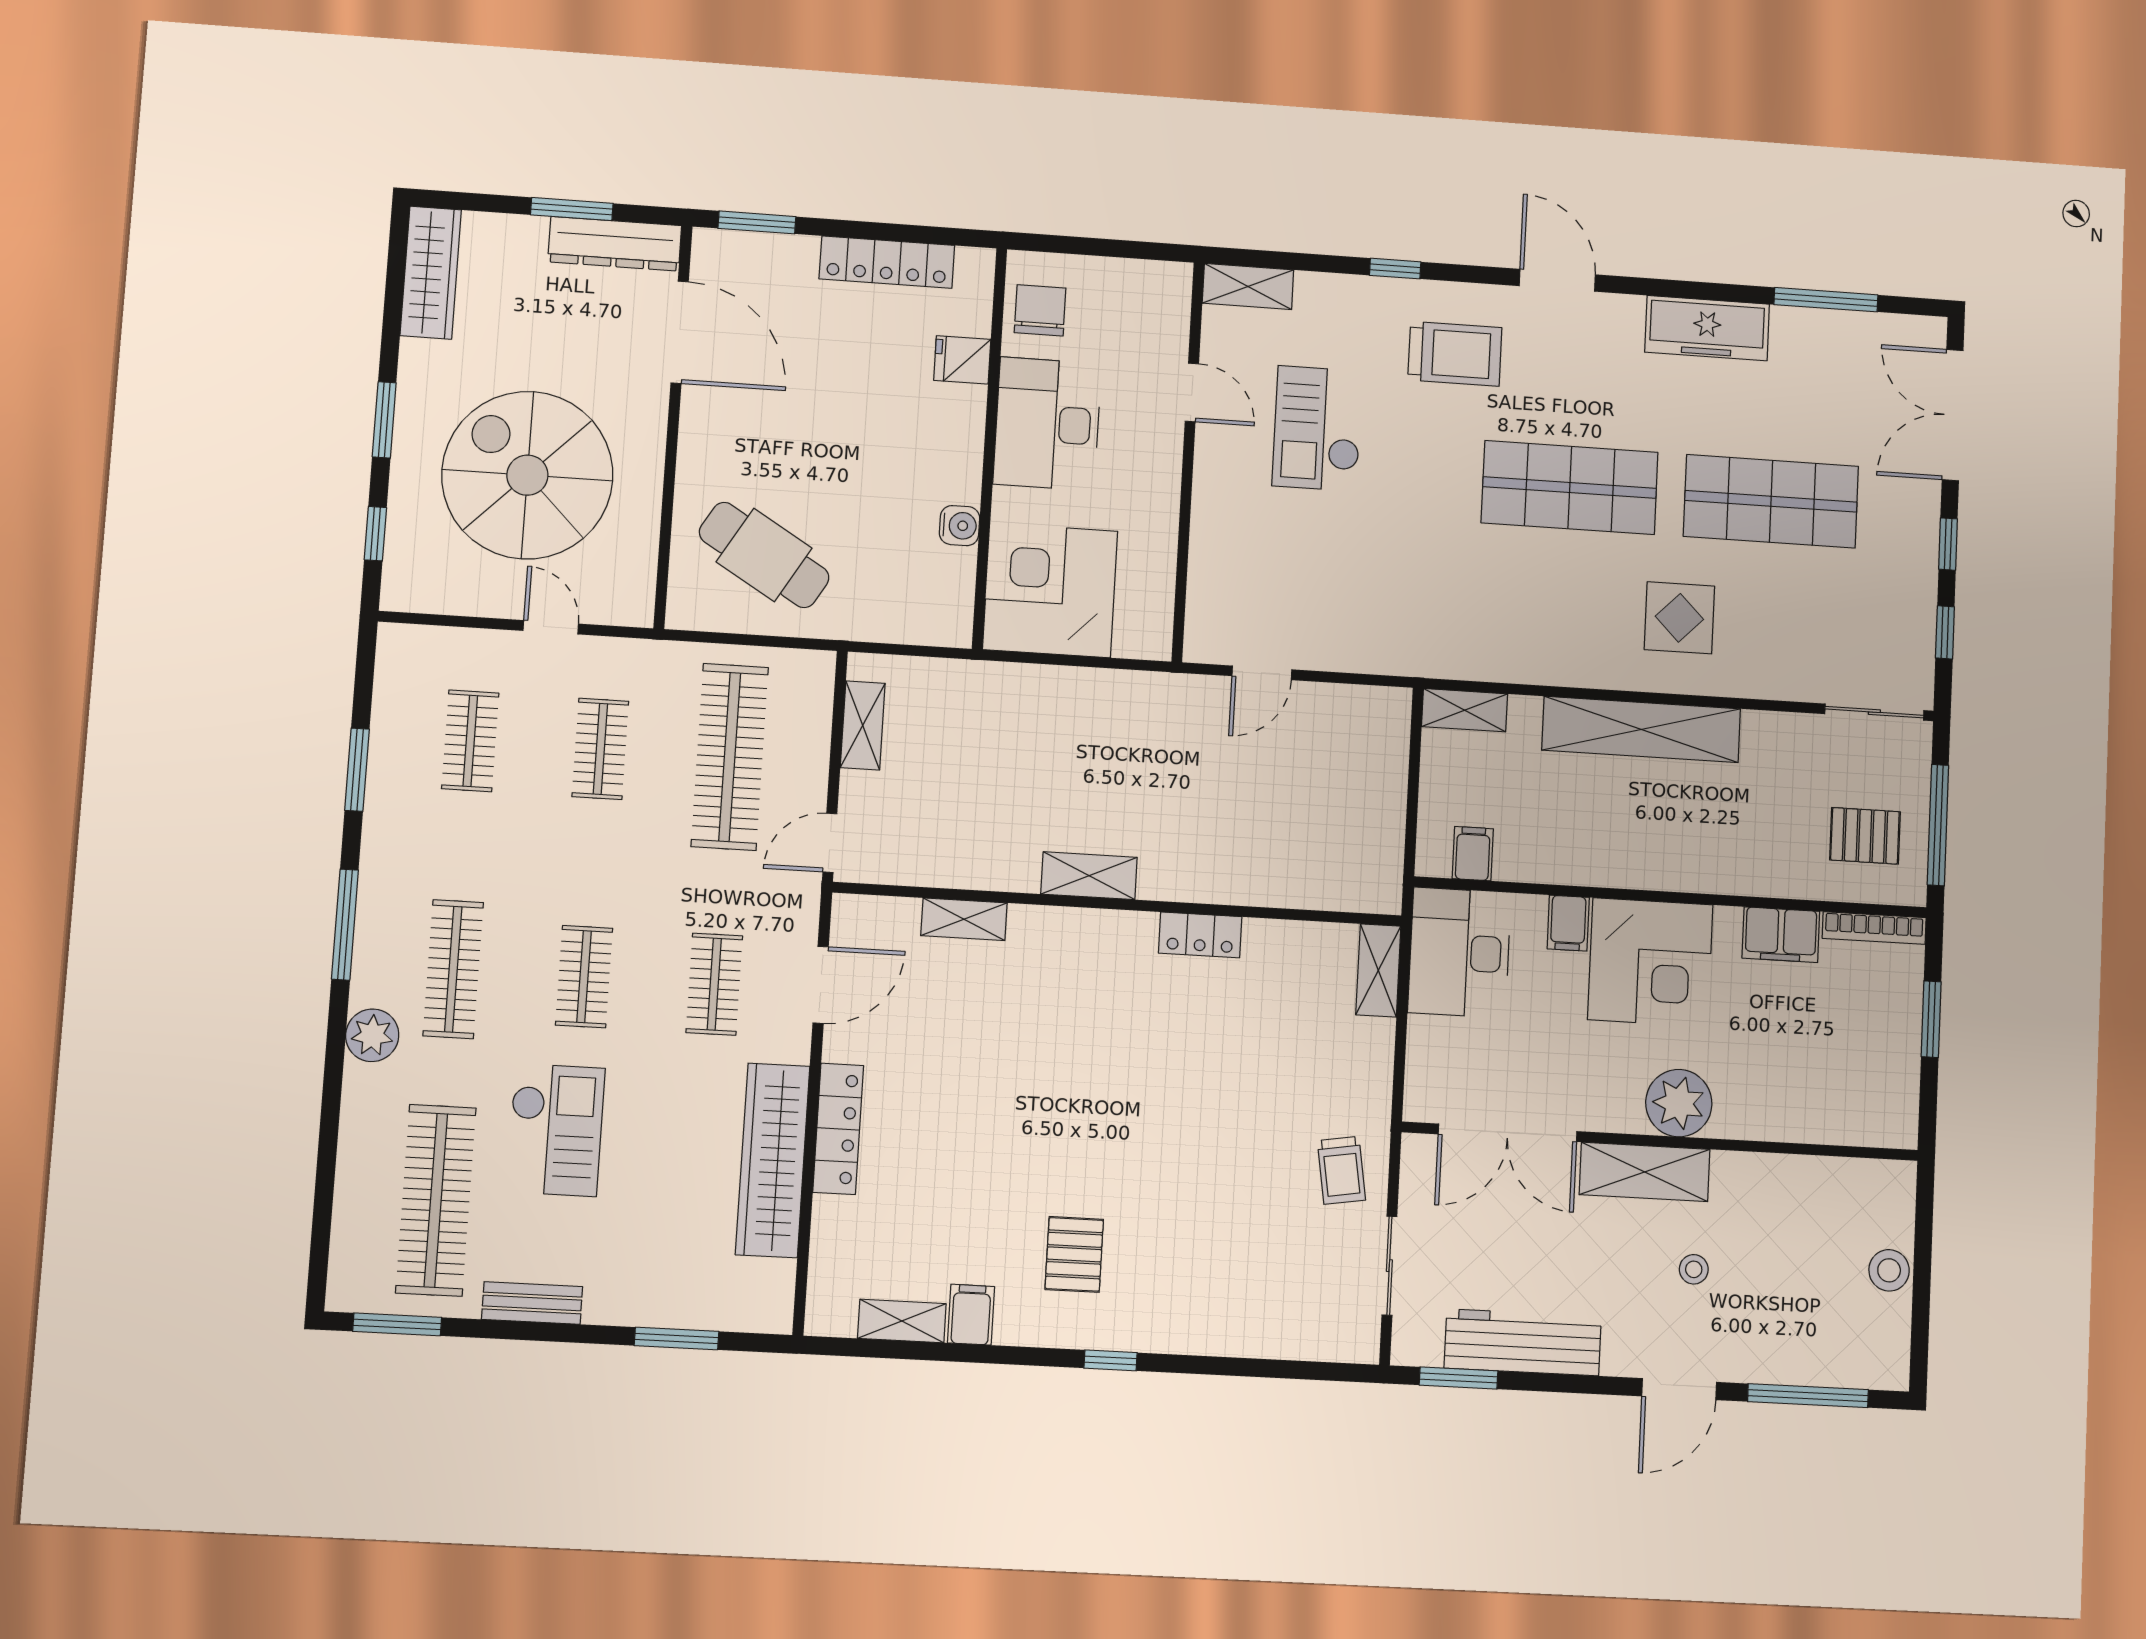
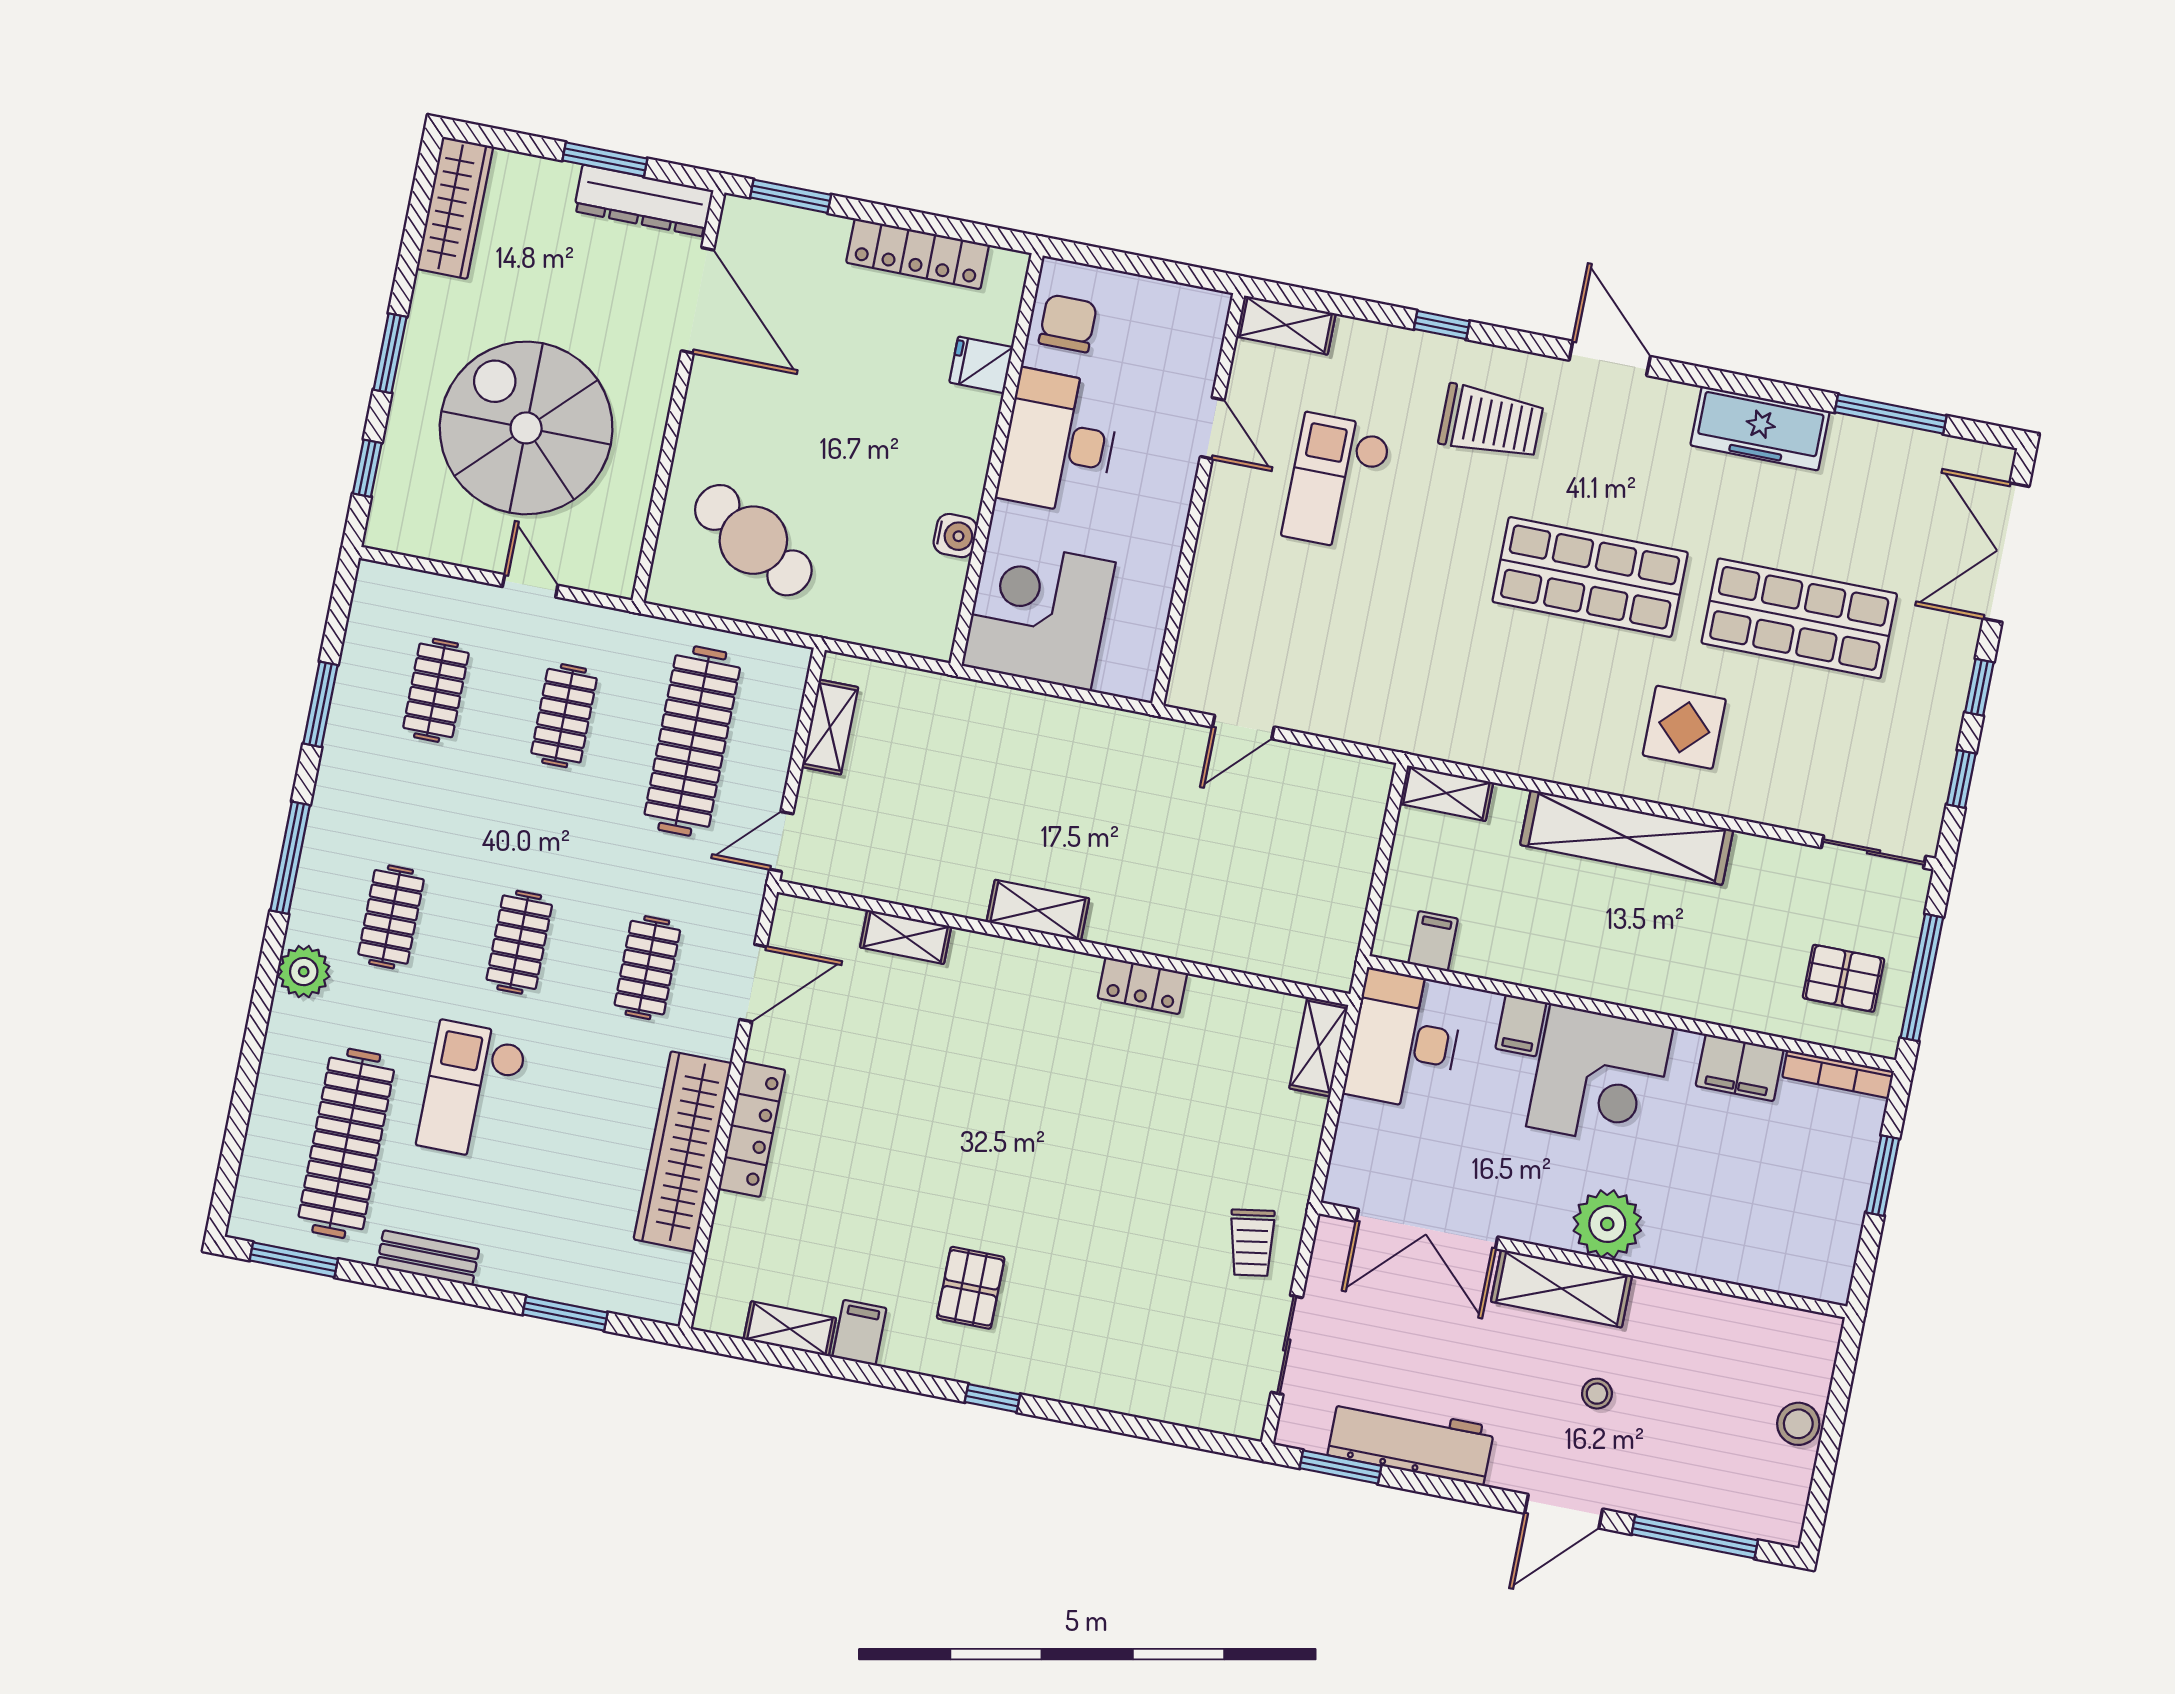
clothes rail: (453, 969) -> (391, 917), width x0.73
checkout: (556, 1130) -> (472, 1091), turned 180

